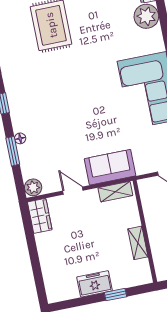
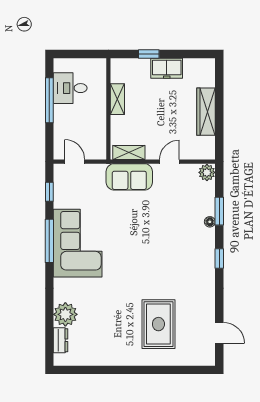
door: (73, 191) -> (169, 162), swing flipped
wardrobe: (40, 216) -> (206, 112), moved, width x1.50

